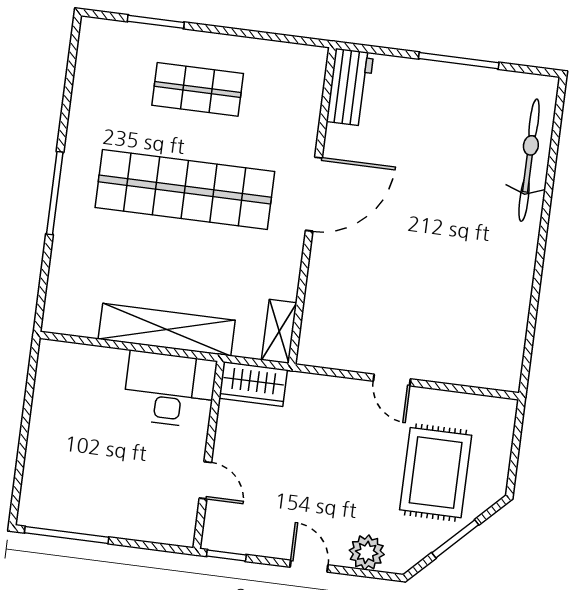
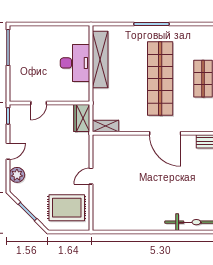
shelving: (167, 330) -> (100, 60), moved
desk: (170, 389) -> (75, 63), moved
rug: (436, 473) -> (67, 208), moved

